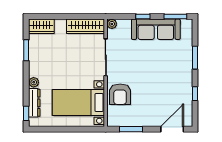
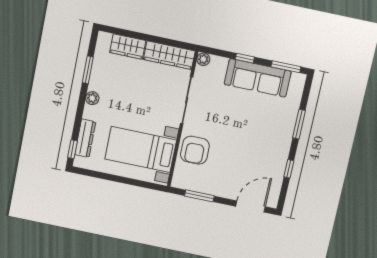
wardrobe: (41, 26) -> (128, 47), moved
plant: (34, 82) -> (92, 98), moved

